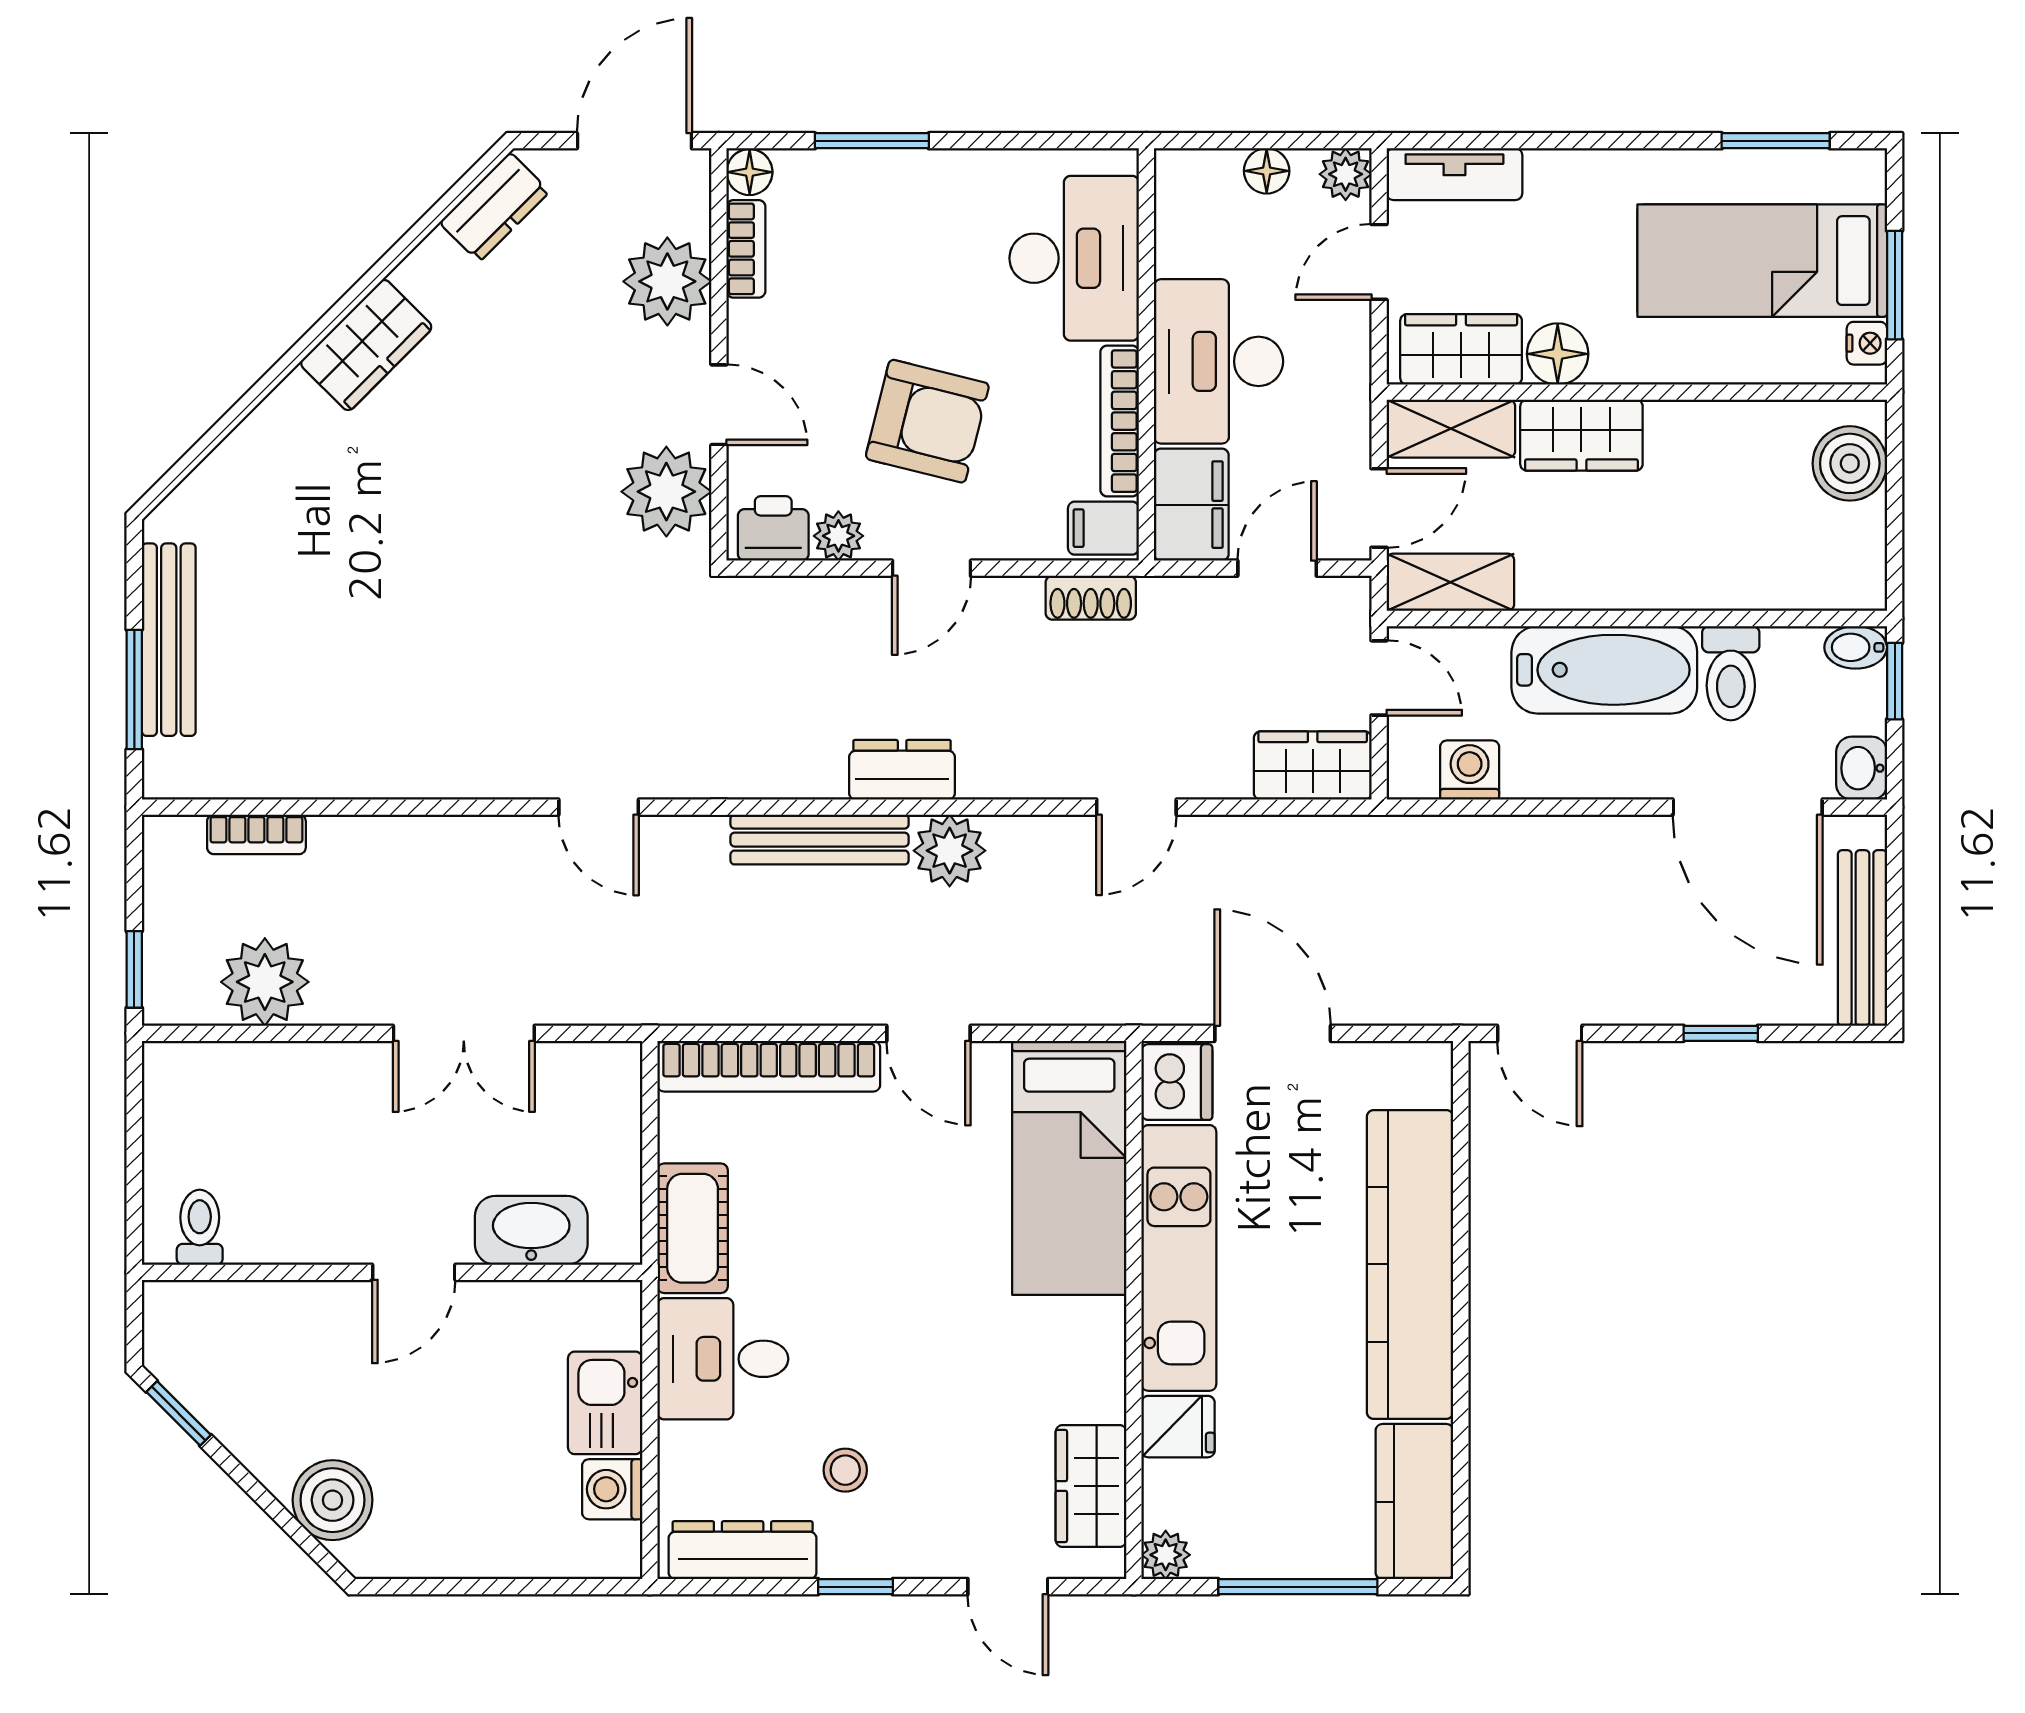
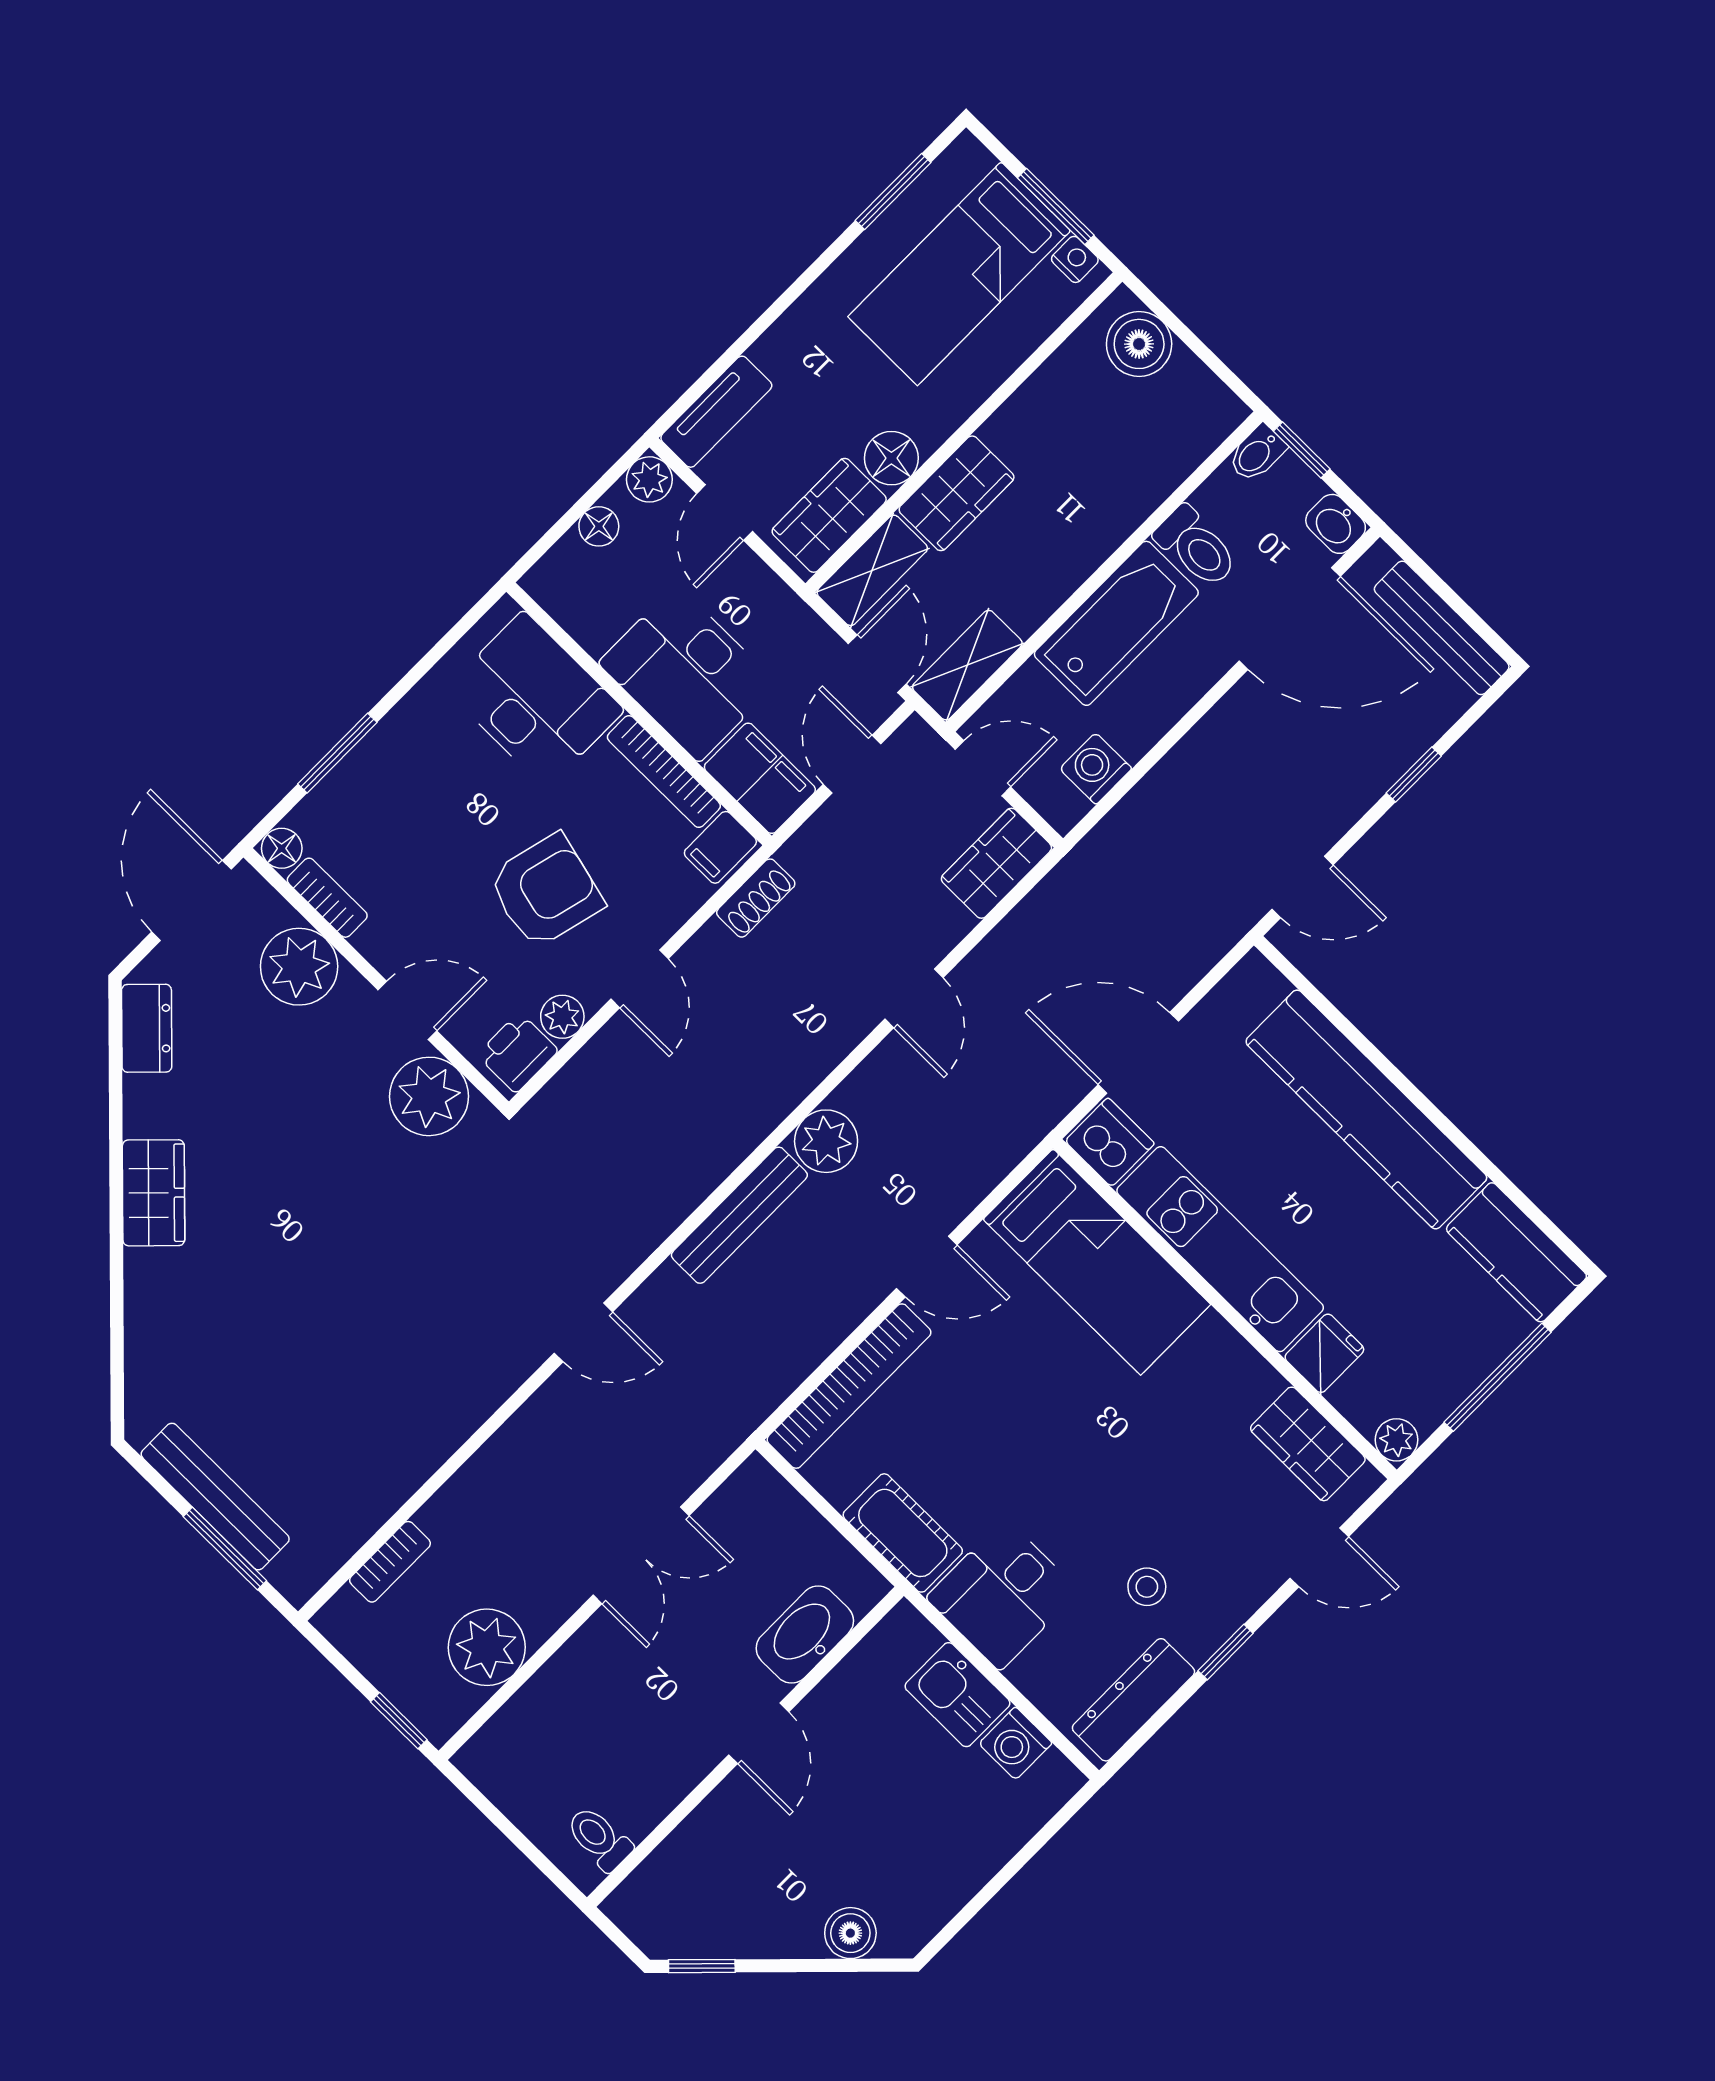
dresser: (902, 770) -> (747, 1121), removed
boiler: (333, 1500) -> (850, 1933), width x0.73, depth x0.73

